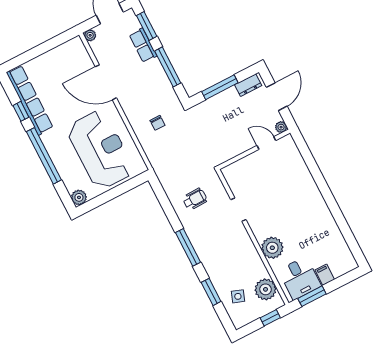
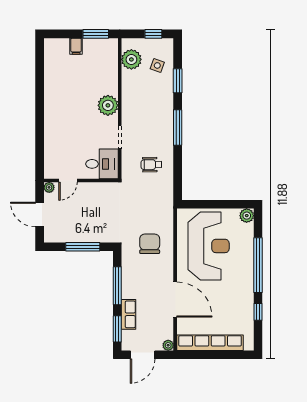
dresser: (248, 85) -> (58, 236), removed
door: (277, 97) -> (40, 215), hinge flipped
row of seats: (30, 100) -> (210, 343), moved, turned 90
chair: (158, 123) -> (150, 244), width x1.87, depth x1.87
door: (266, 143) -> (68, 180), hinge flipped
reception desk: (100, 150) -> (209, 246), turned 180
plant: (272, 248) -> (108, 105), moved
desk: (300, 278) -> (102, 164), moved, turned 90
window: (270, 318) -> (153, 34), moved

